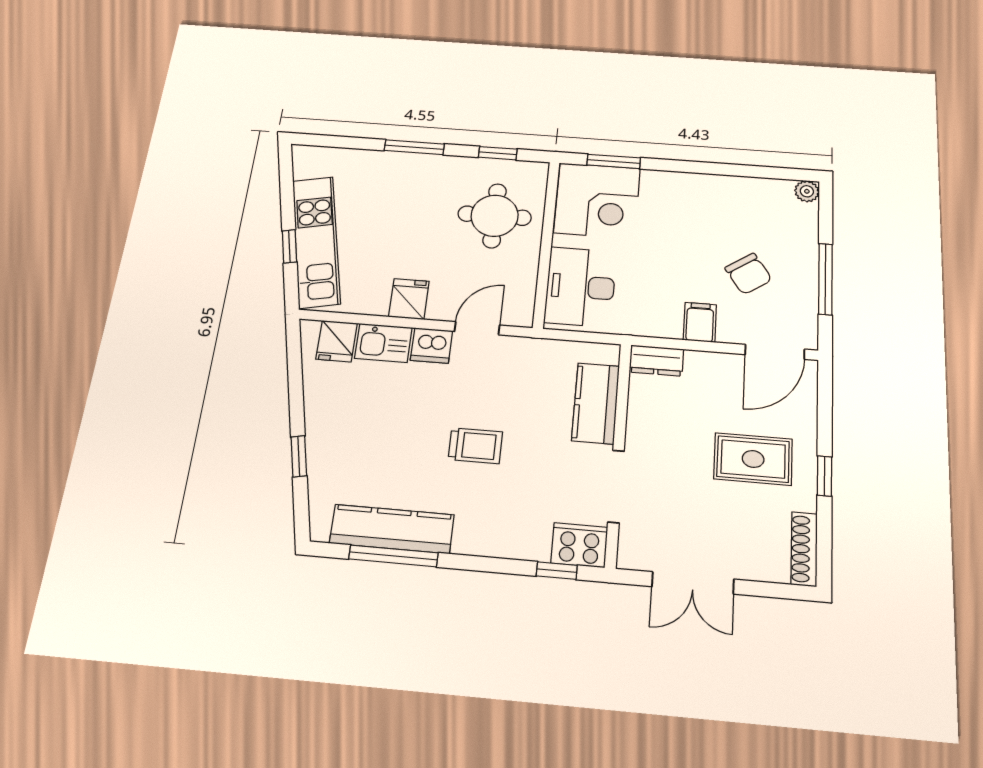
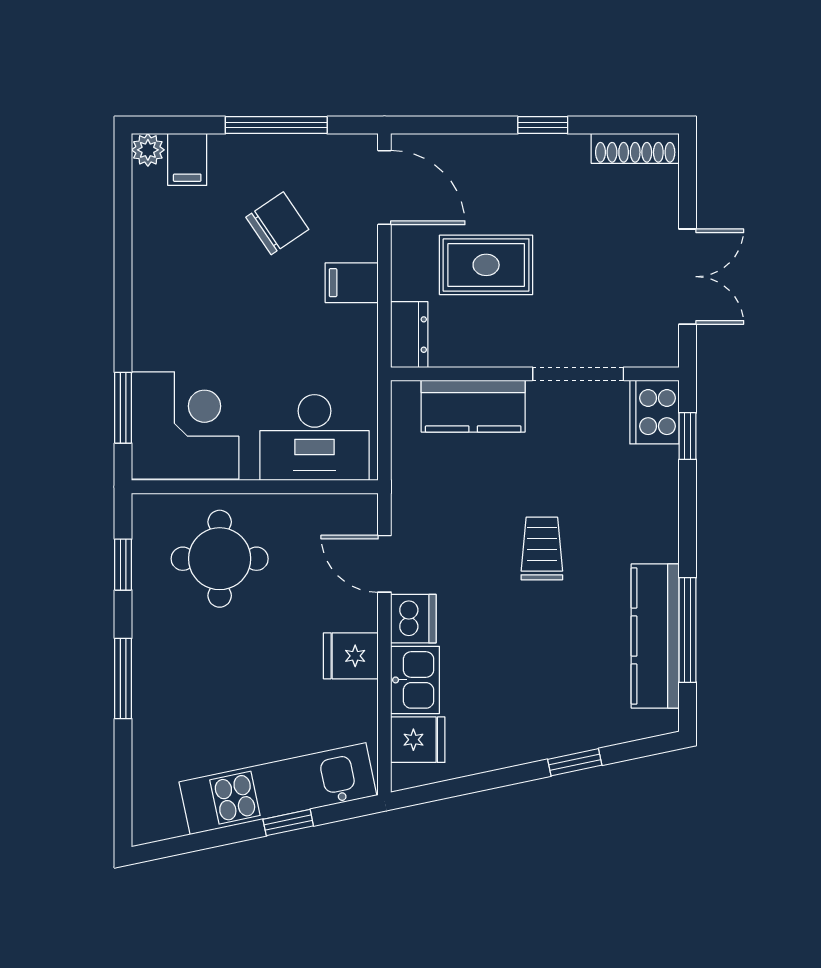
filing cabinet: (799, 217) -> (187, 159), added
rug: (753, 459) -> (486, 265), moved, turned 90

